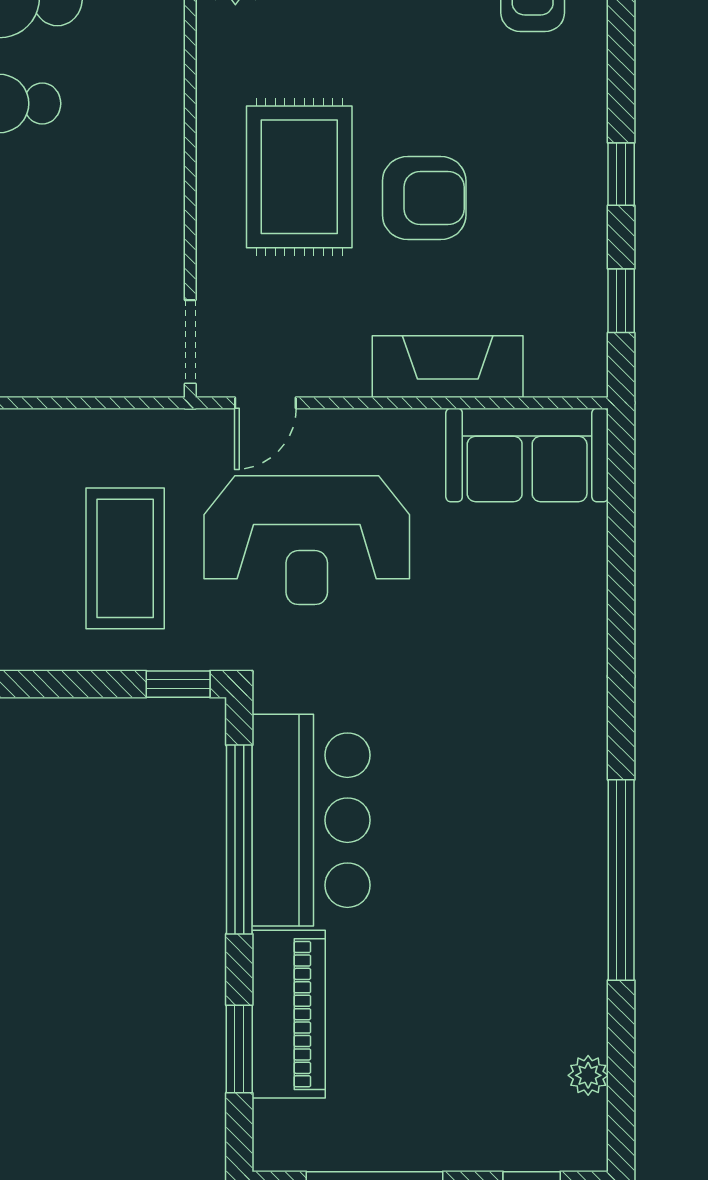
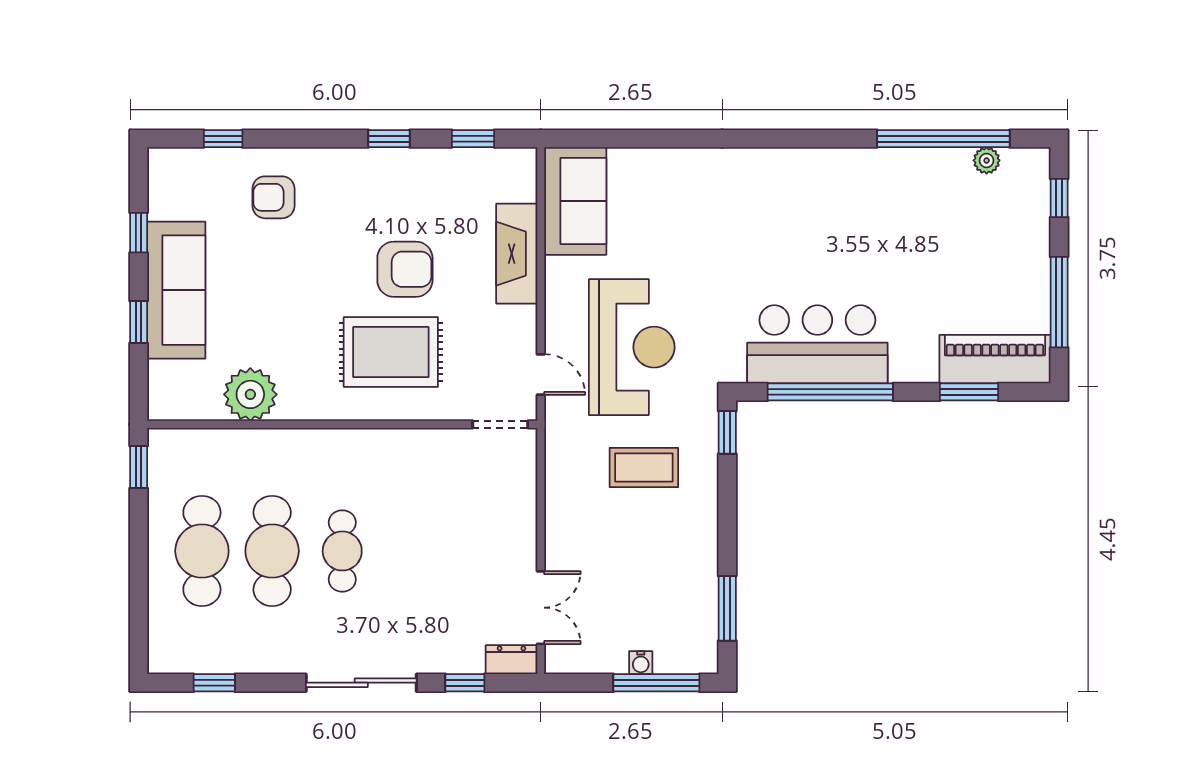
armchair: (424, 198) -> (405, 269), turned 90
coffee table: (125, 558) -> (644, 467), width x0.73, depth x0.76
window: (621, 880) -> (943, 139), moved
piano: (289, 1014) -> (995, 359), moved

